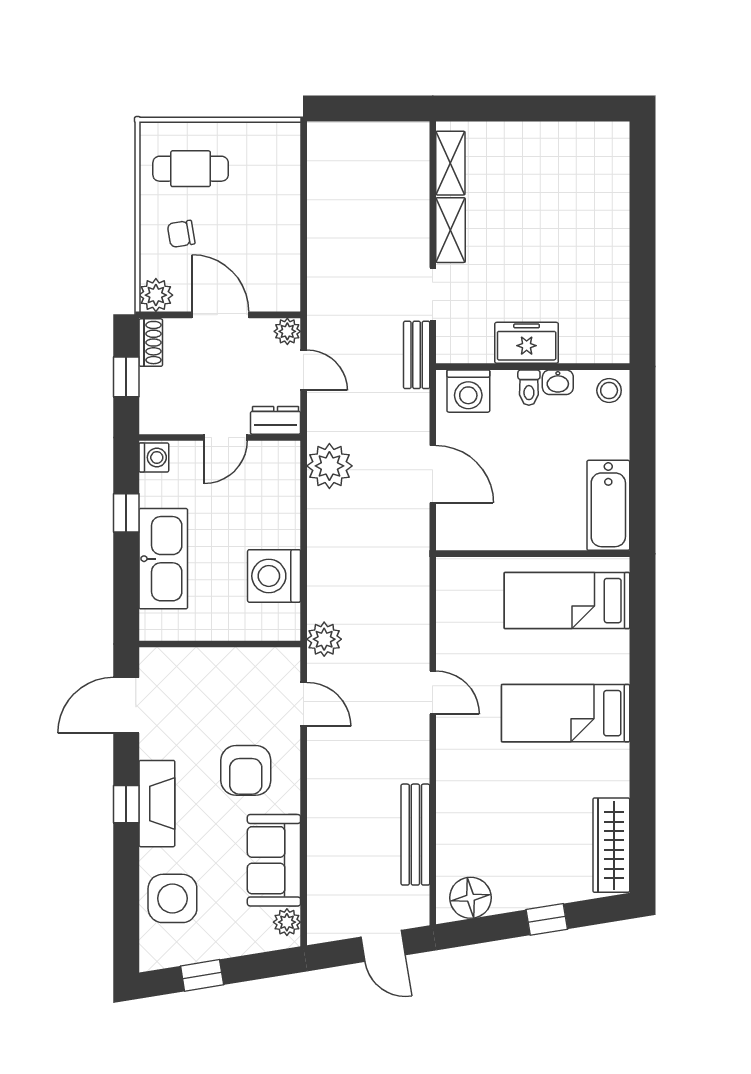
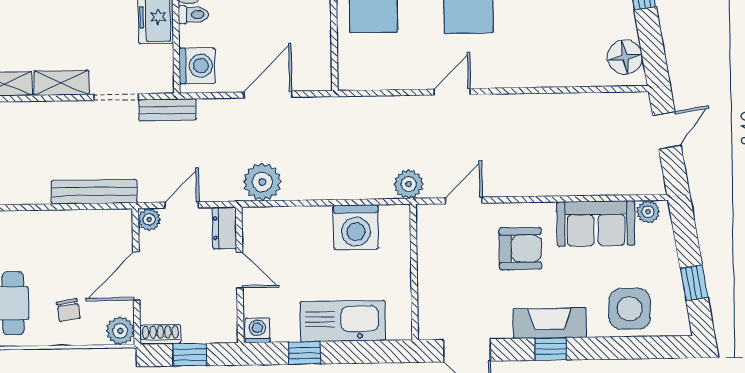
bench: (415, 835) -> (94, 192), moved

